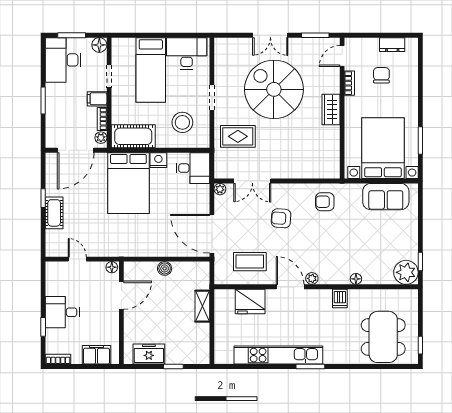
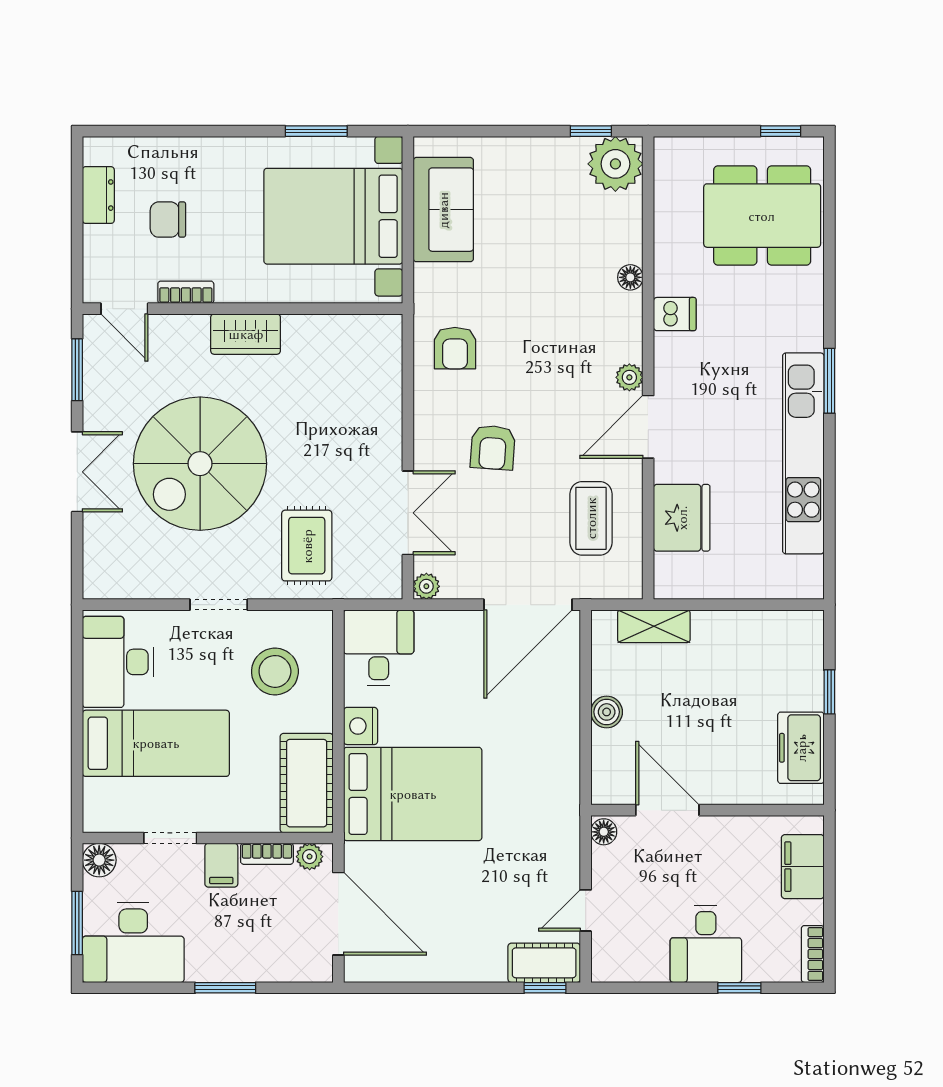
window: (43, 198) -> (545, 988), moved
cot: (54, 213) -> (544, 963), moved
shelving: (202, 306) -> (654, 626), moved

